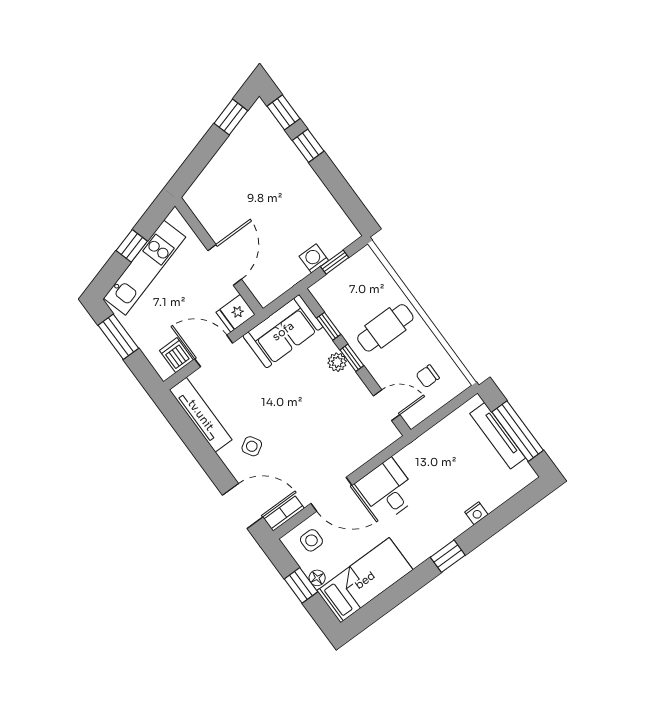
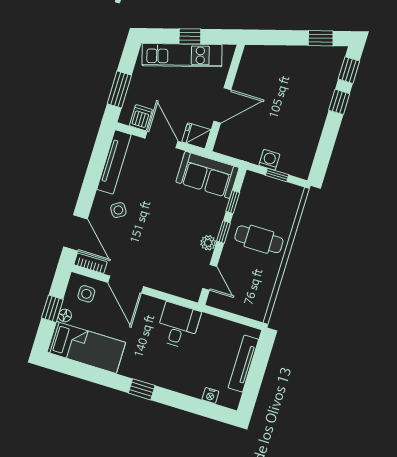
window: (118, 337) -> (119, 89), moved
plant: (337, 362) -> (208, 243), moved
chair: (428, 376) -> (248, 290), removed
window: (518, 431) -> (256, 374), removed
desk: (387, 490) -> (178, 325), moved
nightstand: (476, 513) -> (210, 395), moved

